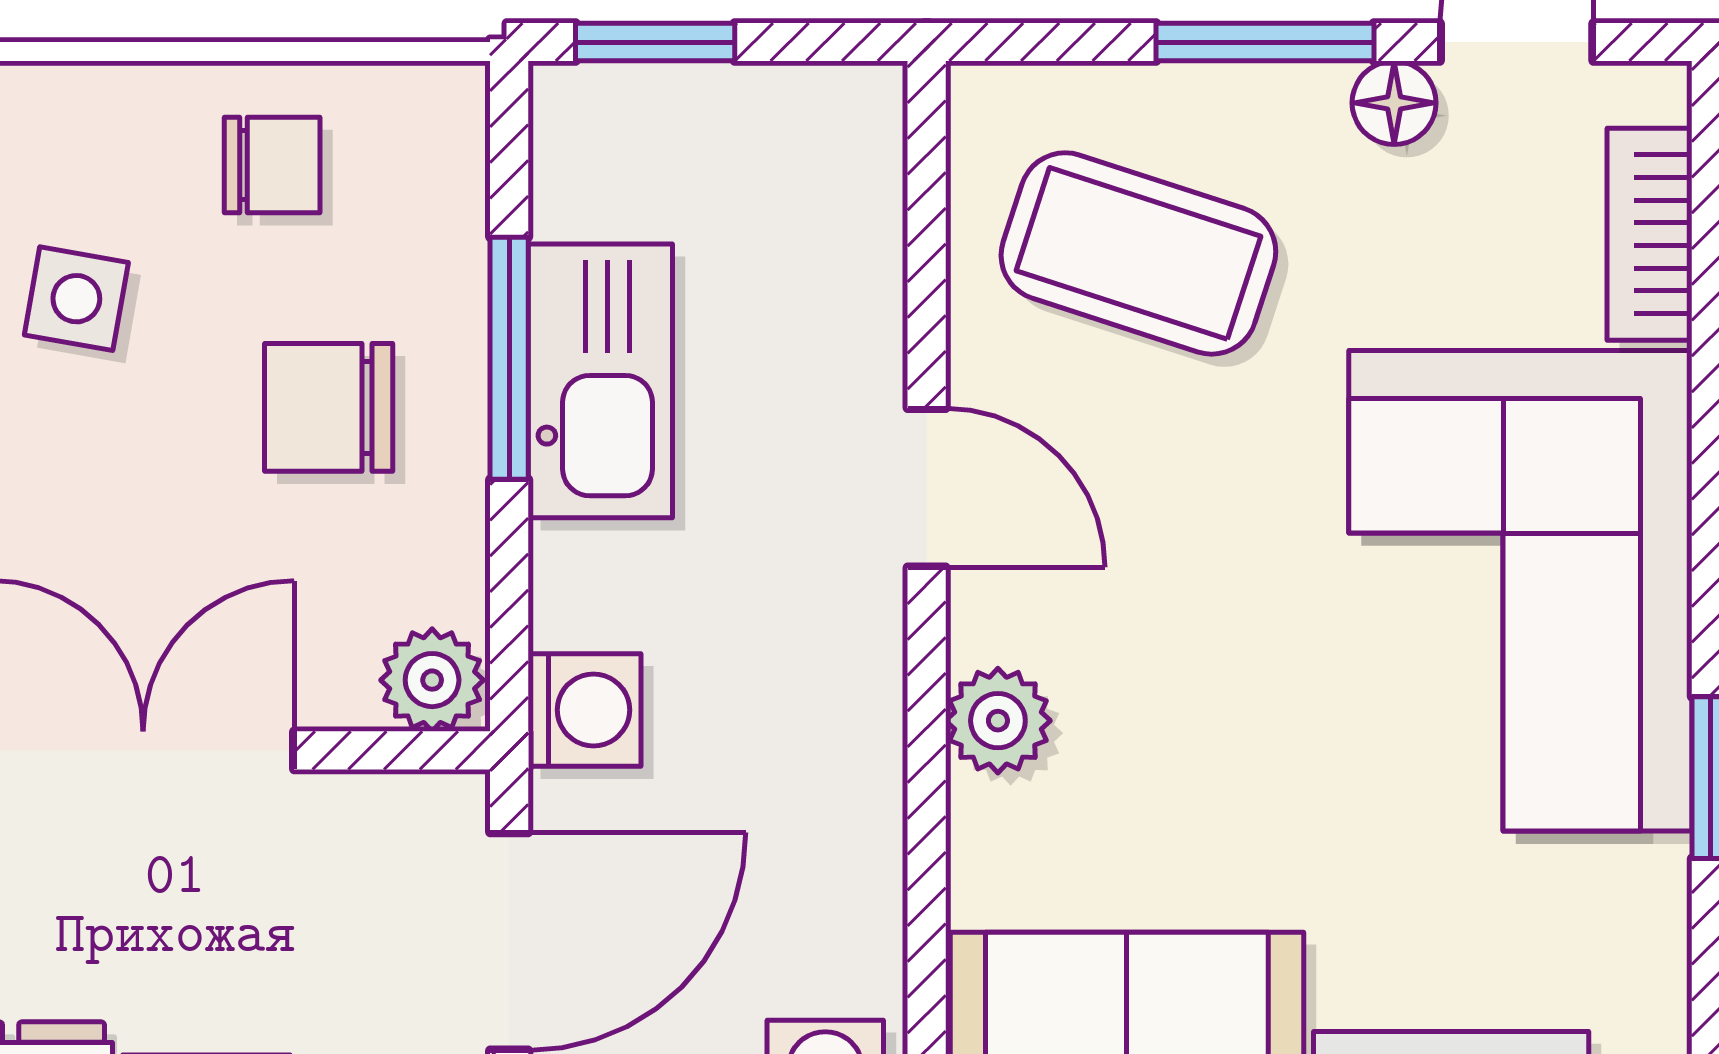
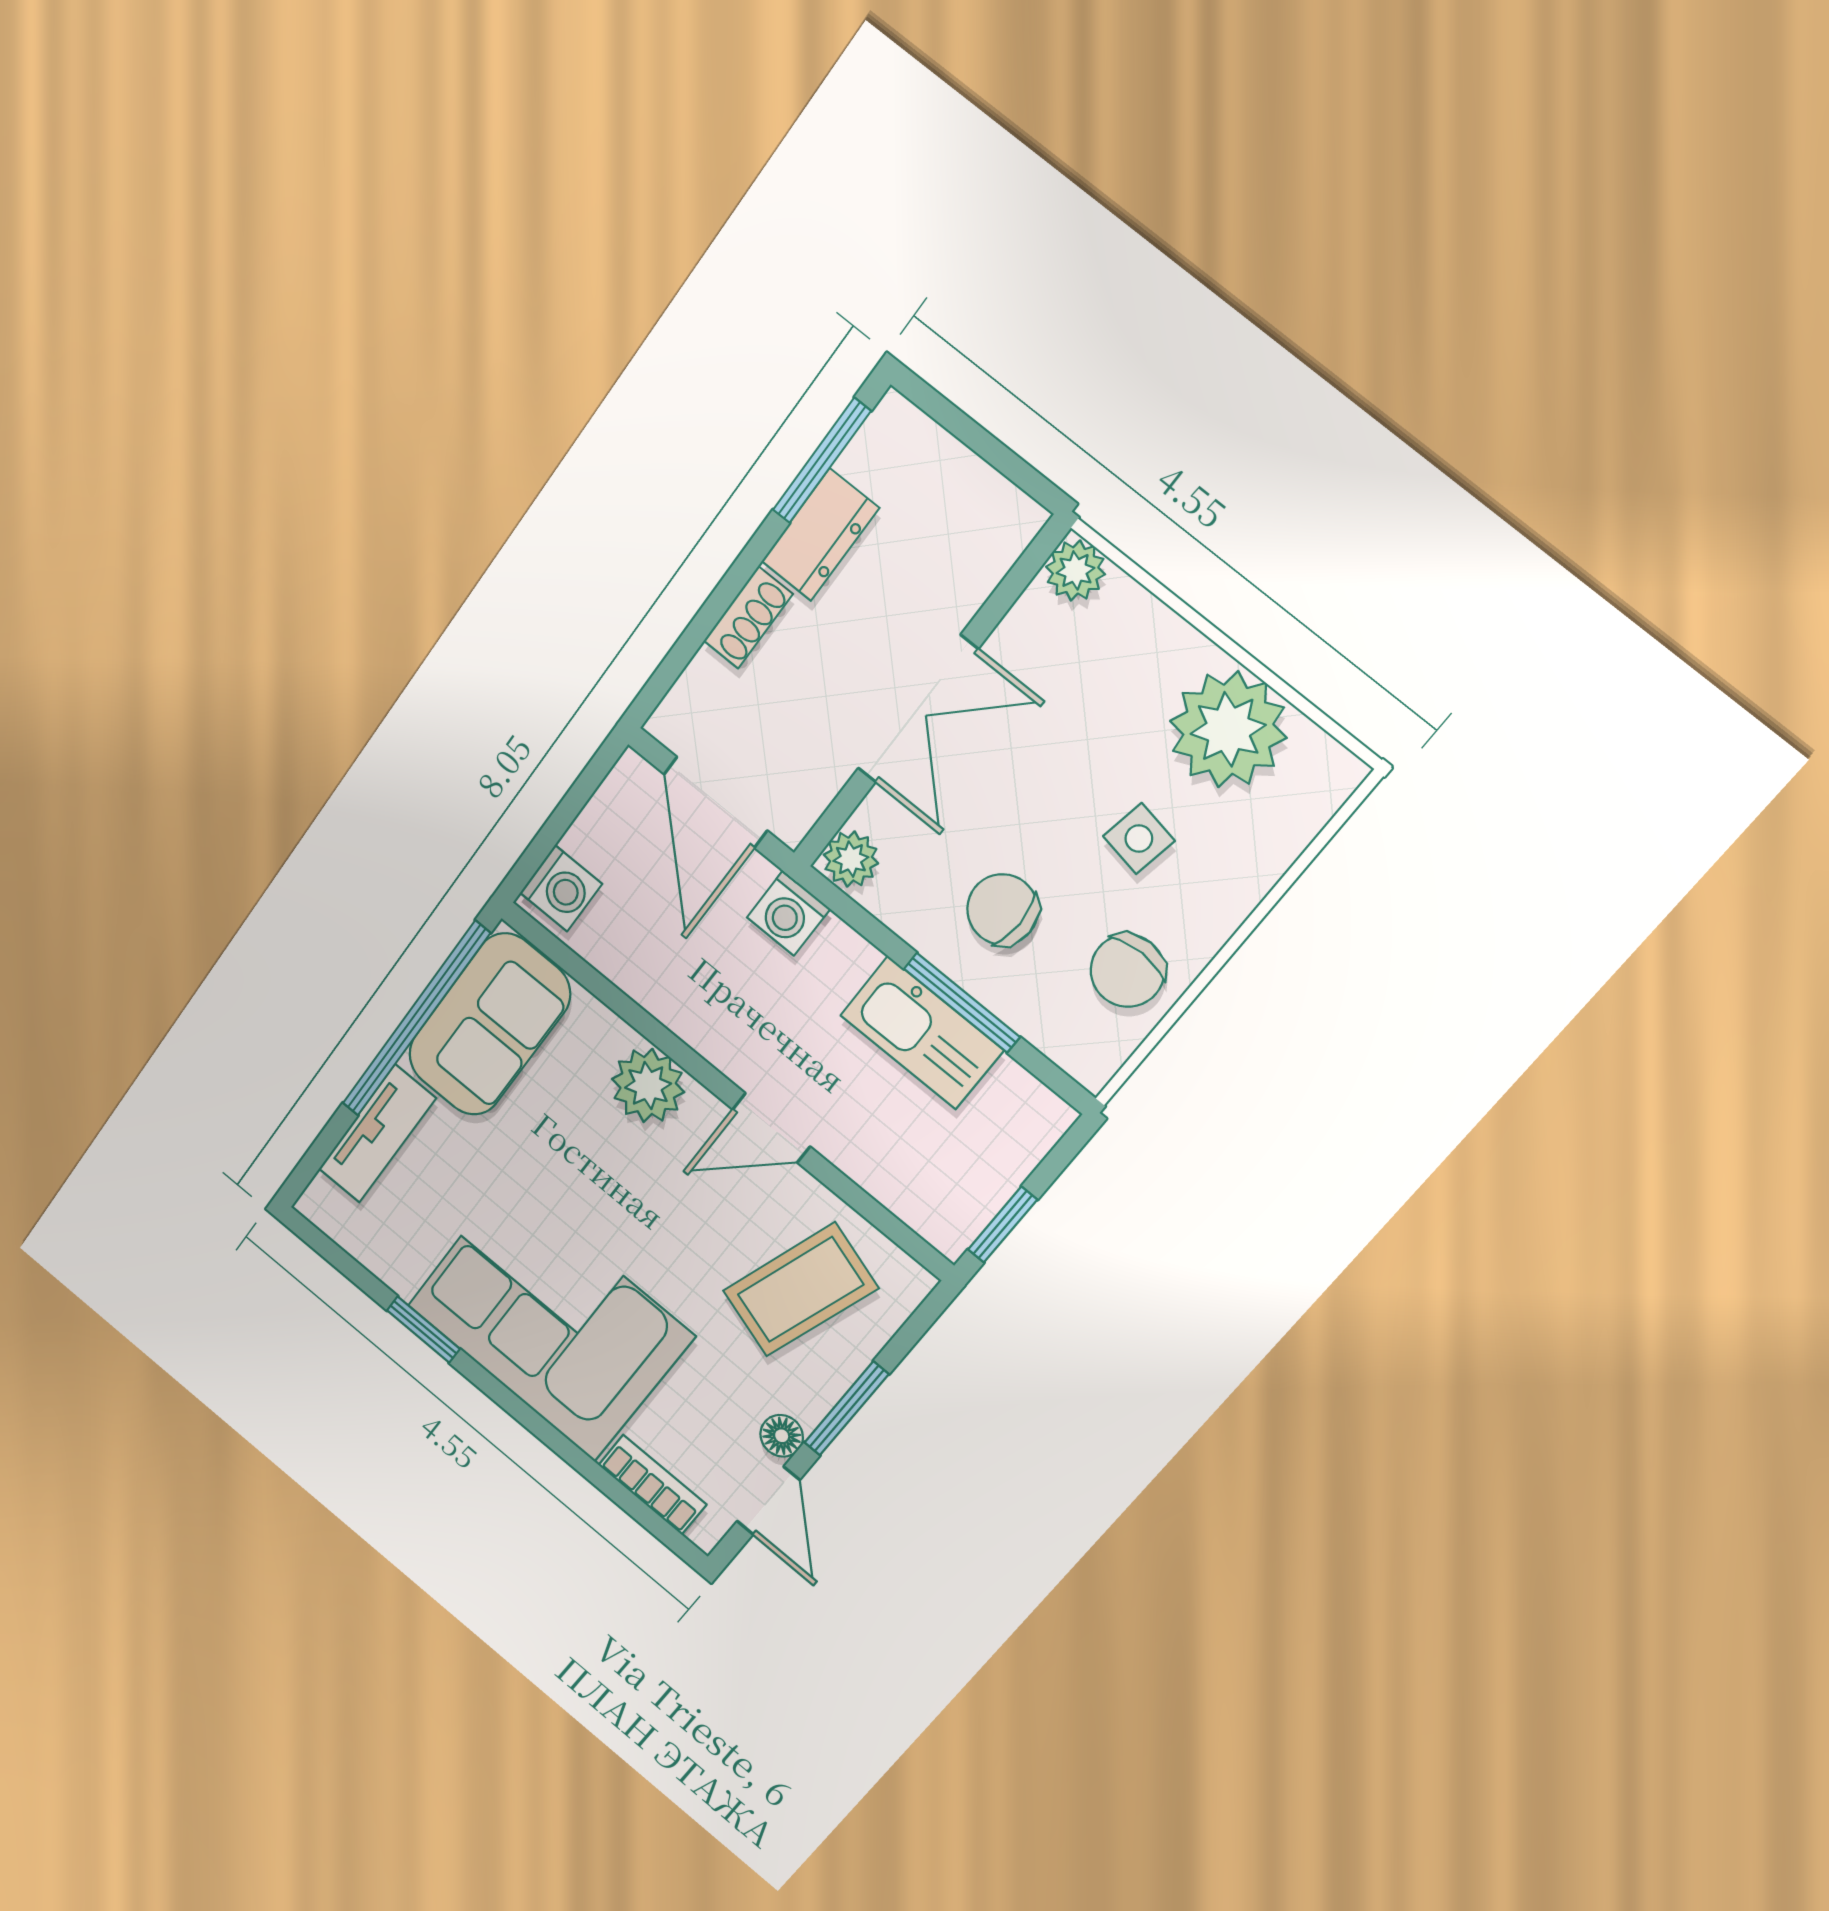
window: (655, 42) -> (1003, 1225), moved
chair: (272, 165) -> (1127, 971), width x1.37, depth x1.37
chair: (329, 407) -> (1003, 910), turned -90
plant: (998, 721) -> (648, 1086), width x1.38, depth x1.38

